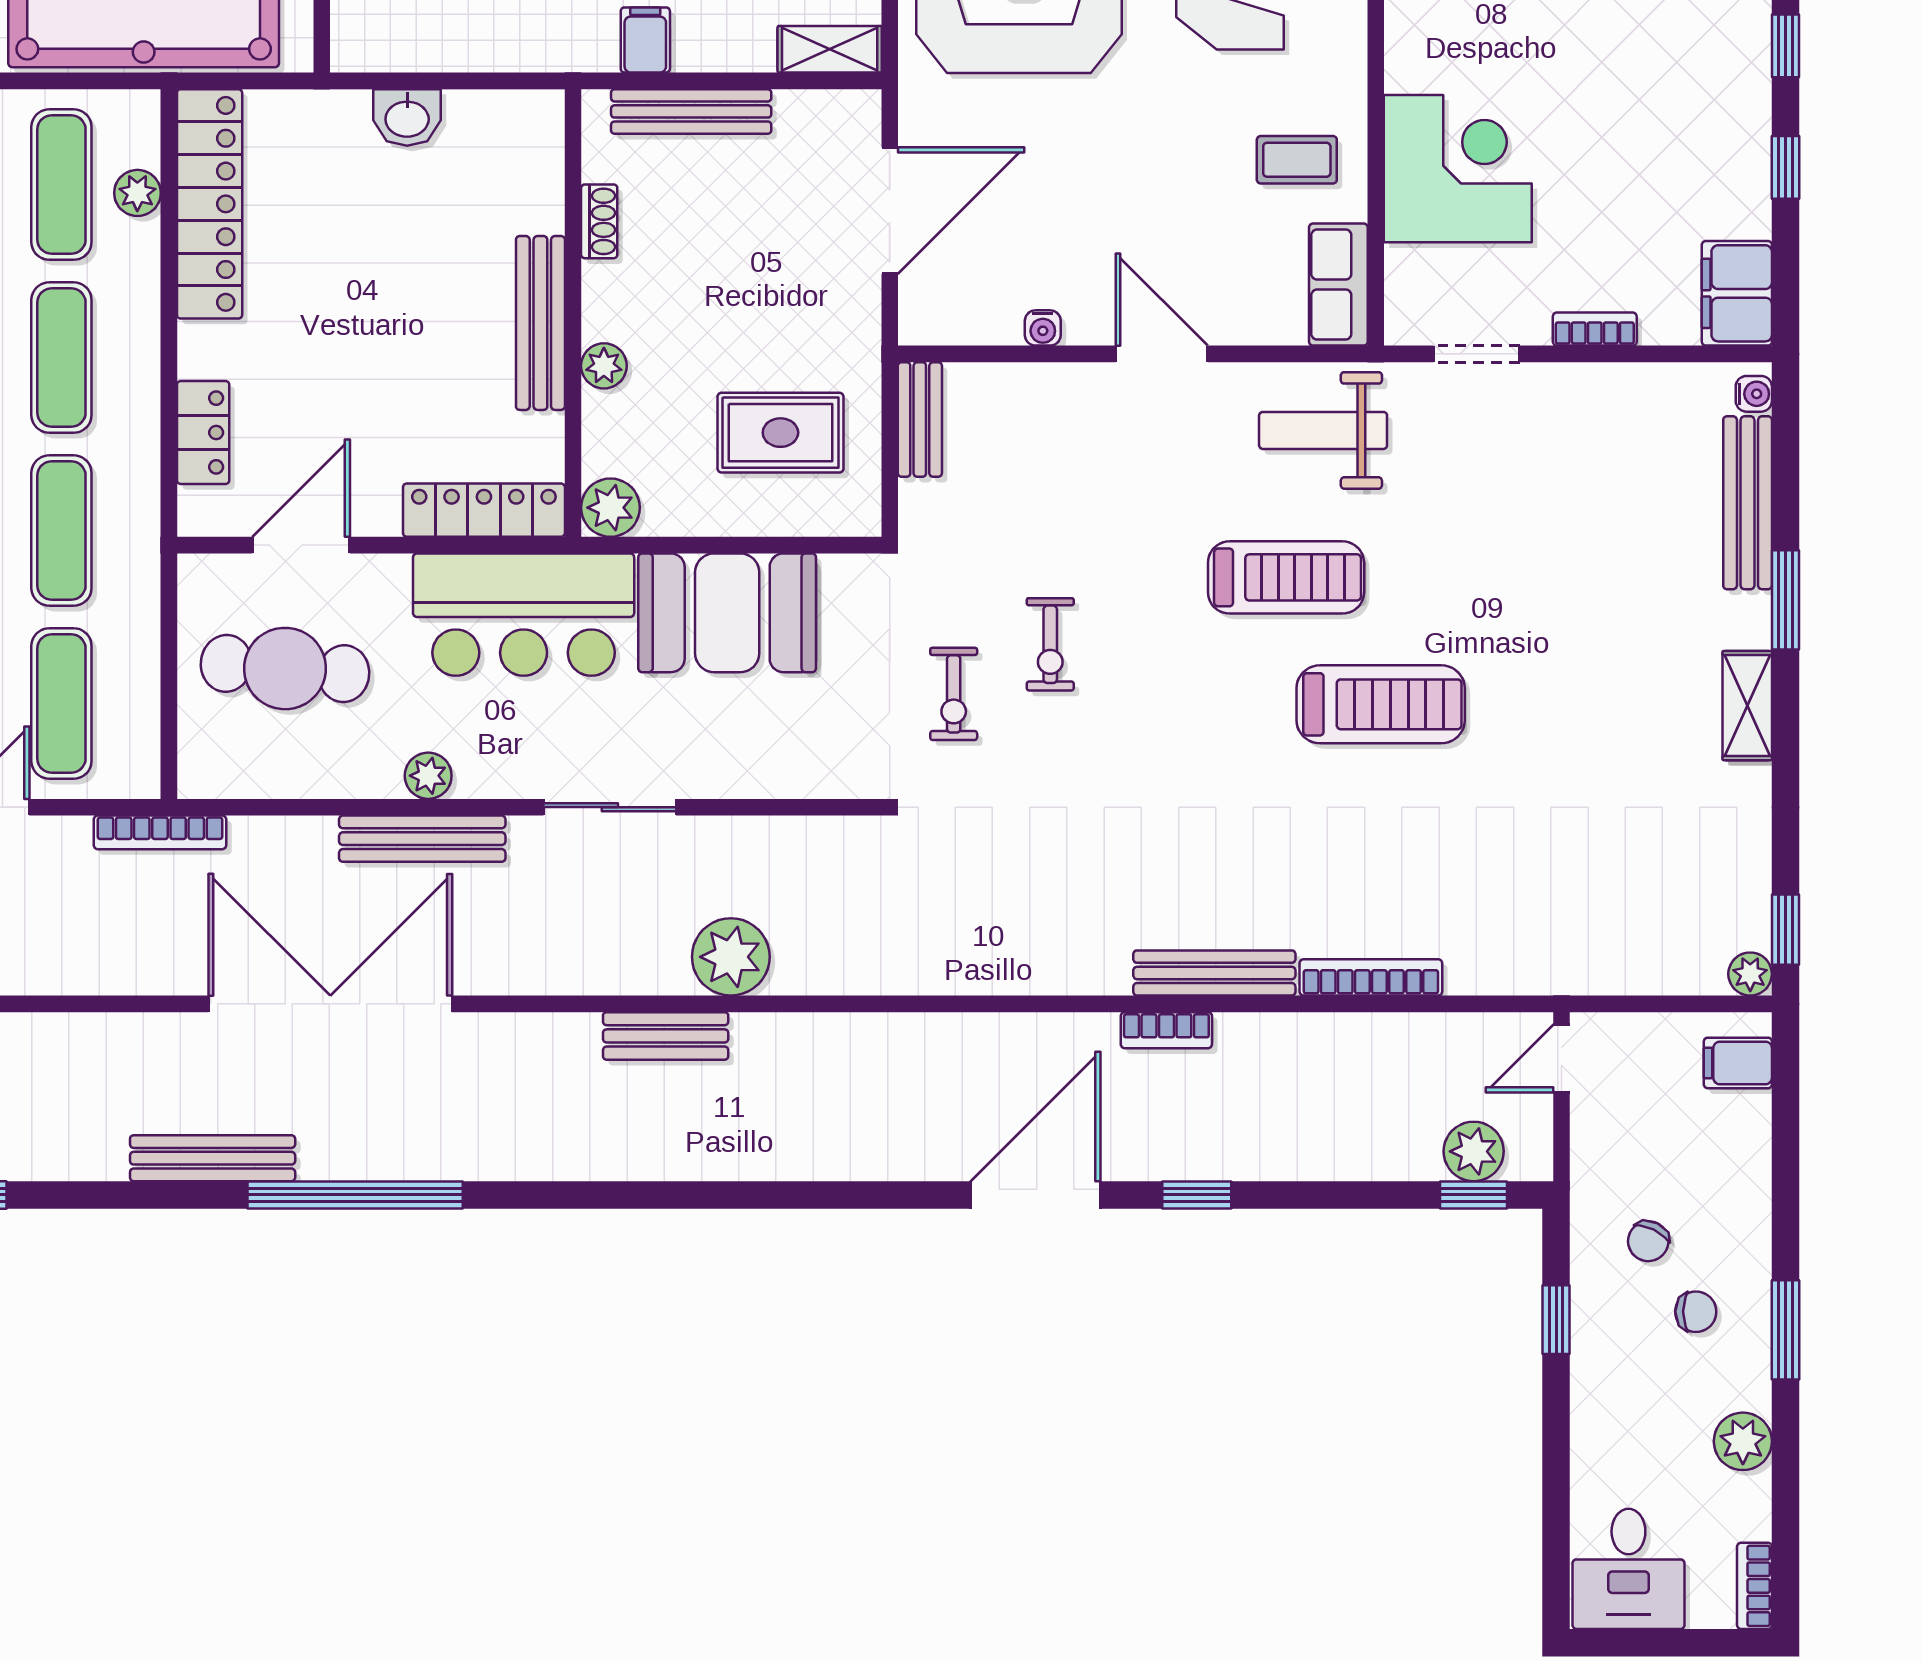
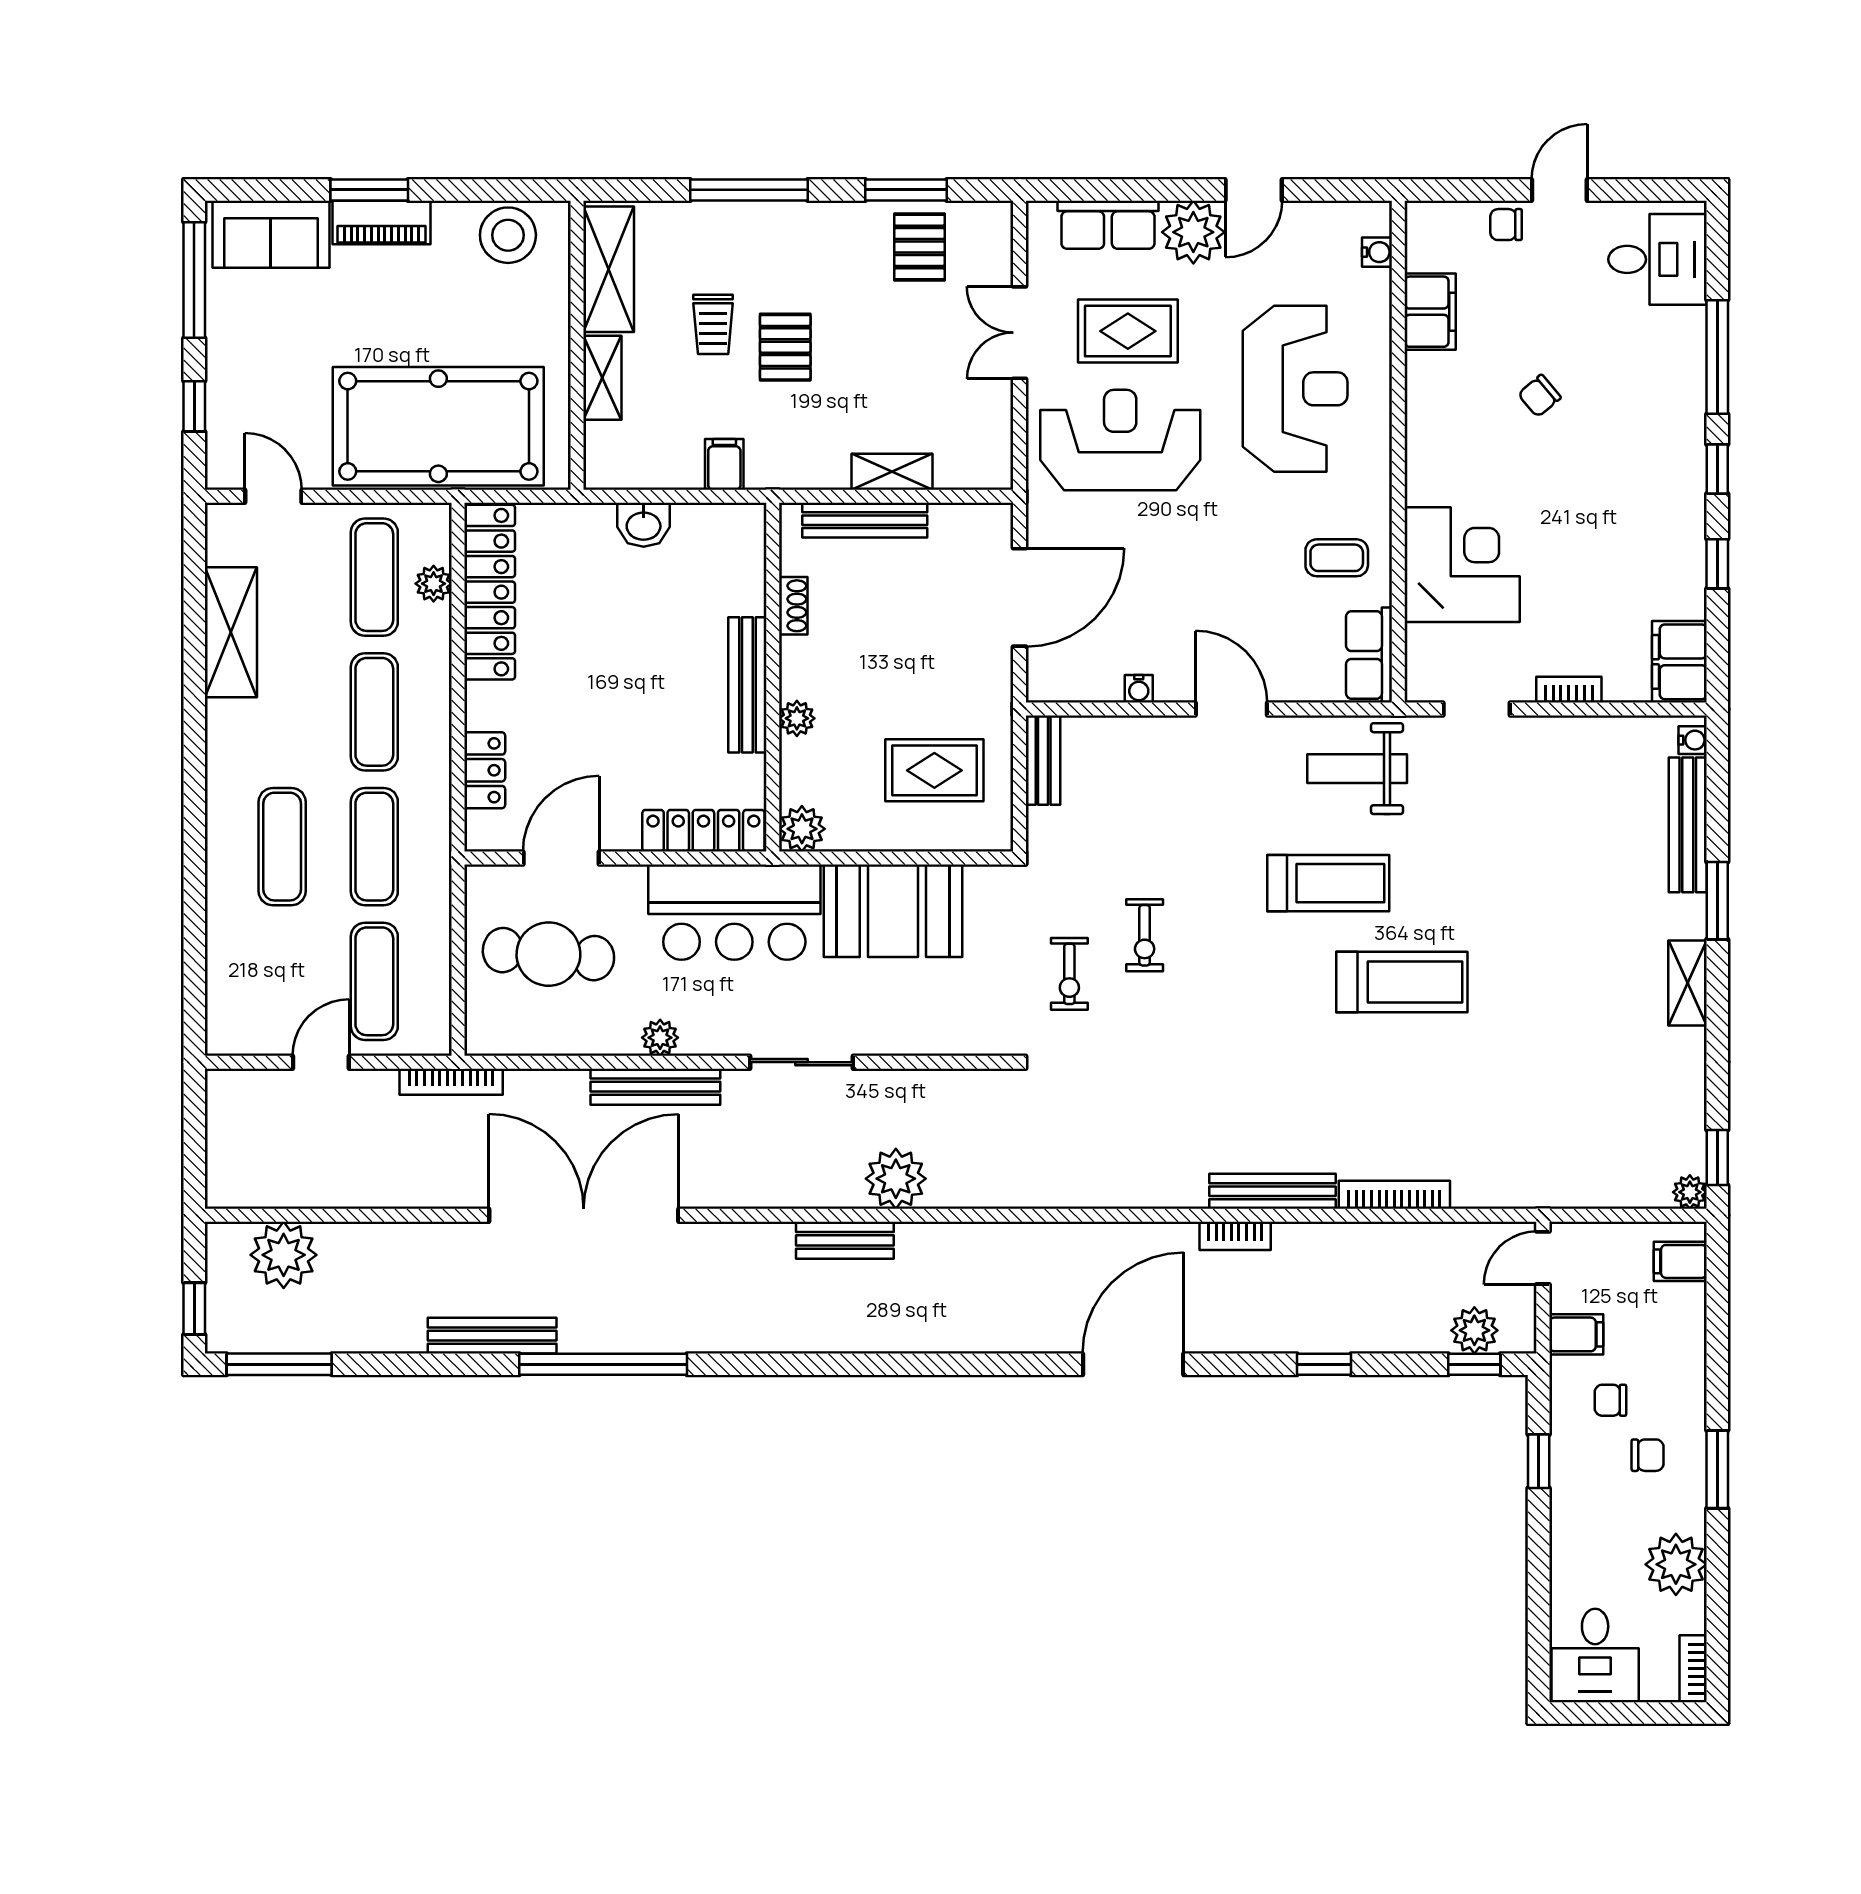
filing cabinet: (645, 40) -> (724, 464), moved
shelving: (830, 49) -> (892, 472), moved
filing cabinet: (1604, 1157) -> (1576, 1334), added
window: (1197, 1195) -> (1324, 1364), moved
chair: (1648, 1241) -> (1610, 1400), turned 64
plant: (1743, 1441) -> (1676, 1564), width x1.36, depth x1.36

